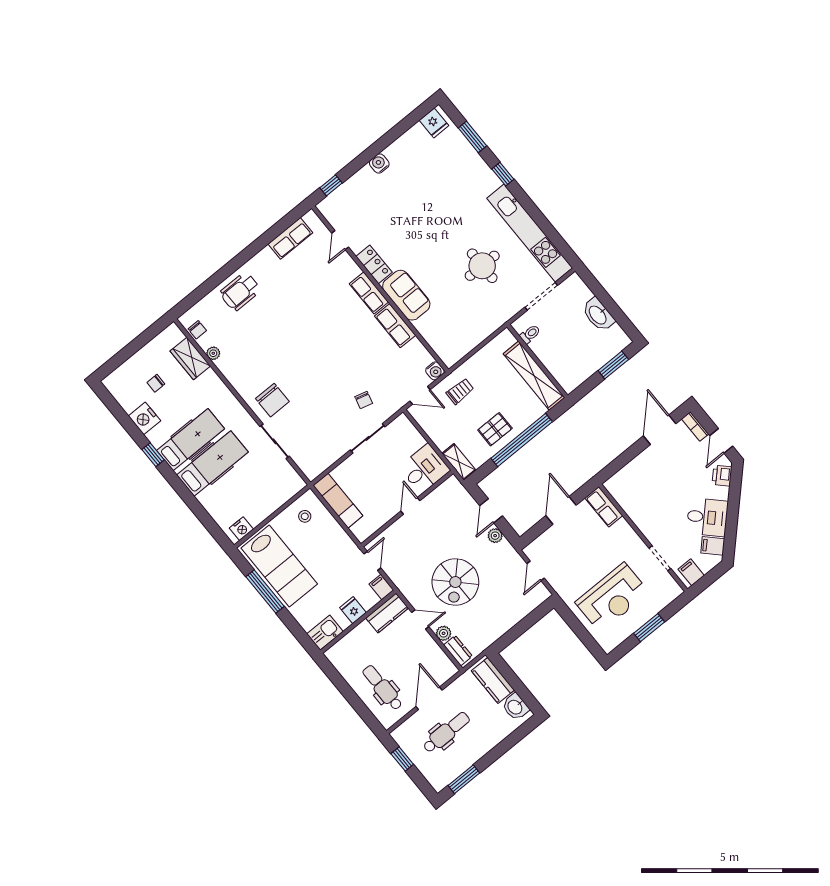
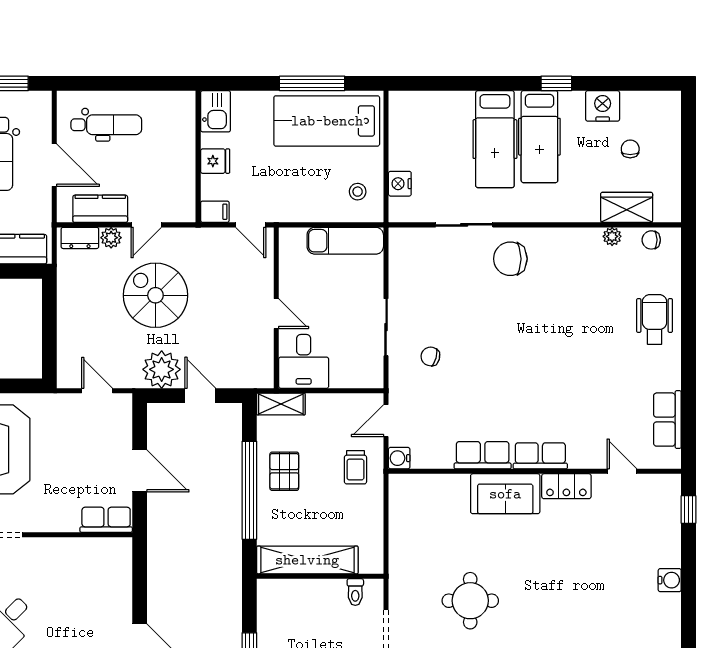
nightstand: (241, 529) -> (400, 184), moved
plant: (495, 536) -> (162, 369), width x1.87, depth x1.87
kitchen counter: (387, 613) -> (100, 209), moved, turned 90

